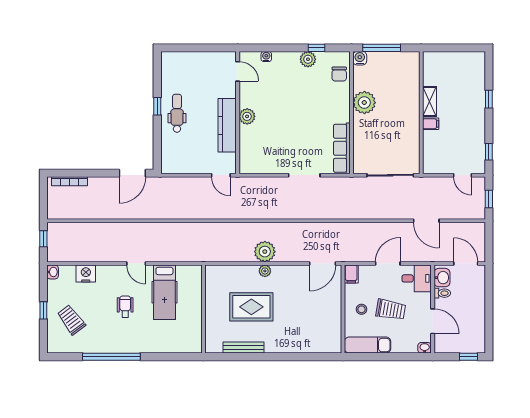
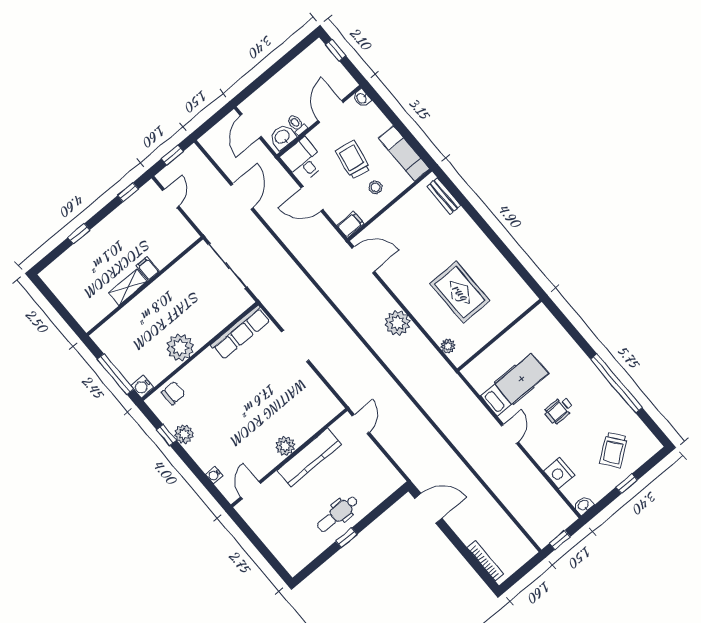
plant: (265, 271) -> (448, 346), moved
bench: (244, 347) -> (444, 196), moved, width x0.73

